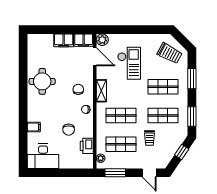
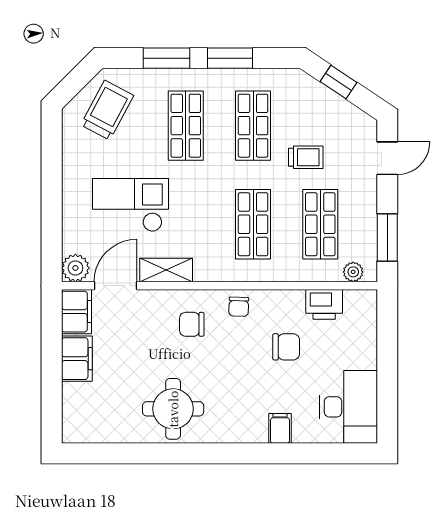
shelving: (101, 91) -> (166, 270), moved
window: (192, 116) -> (230, 58), moved

